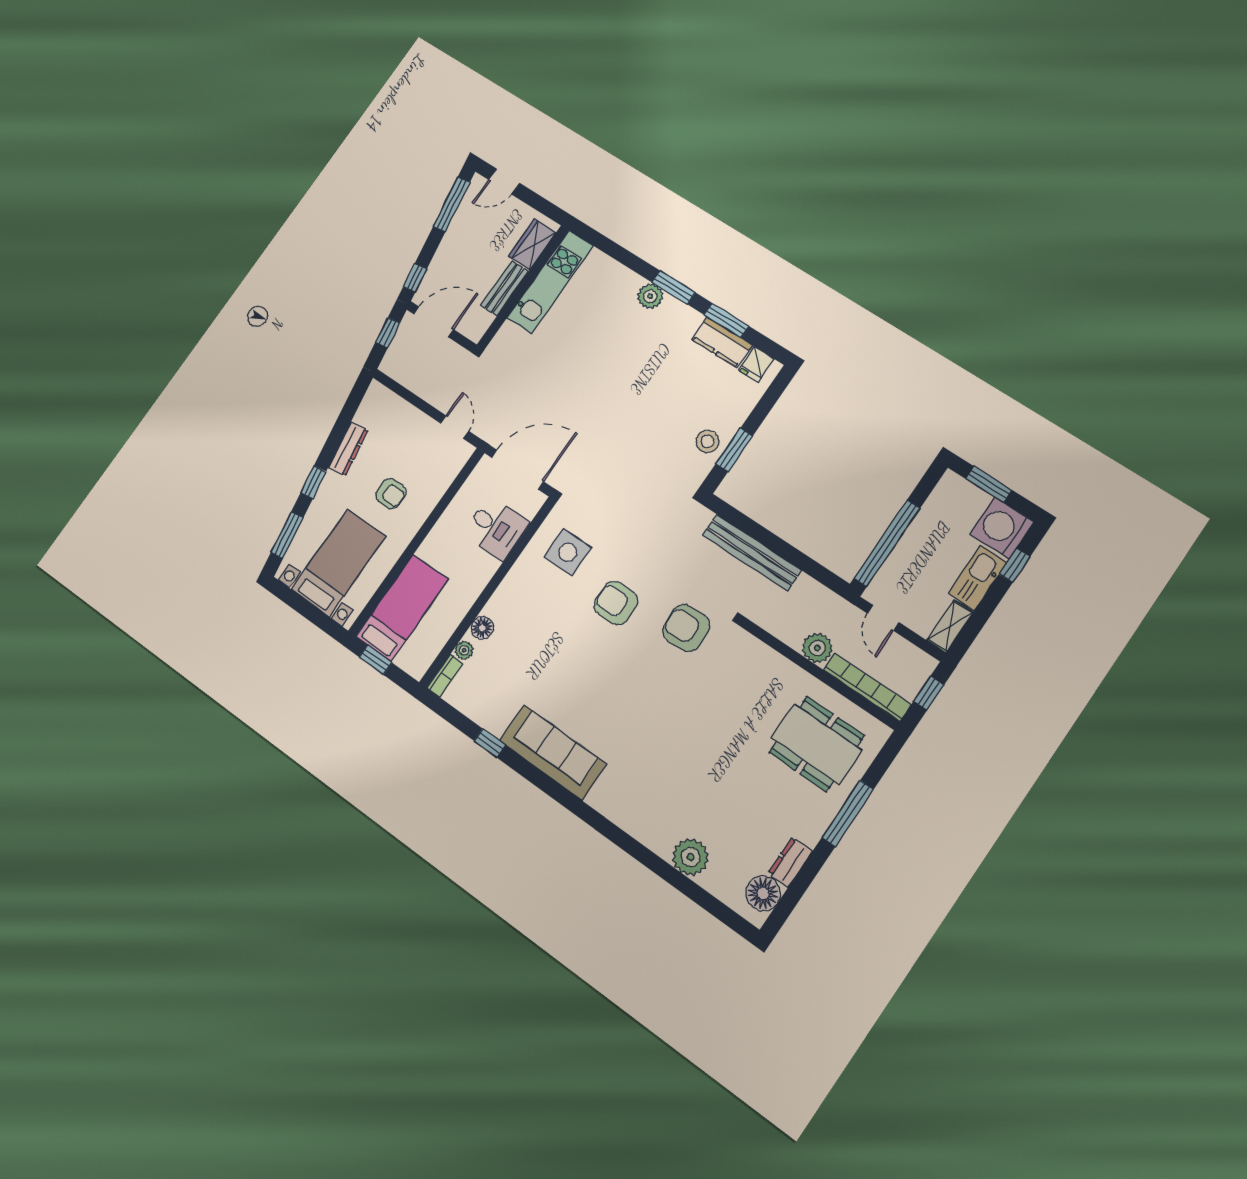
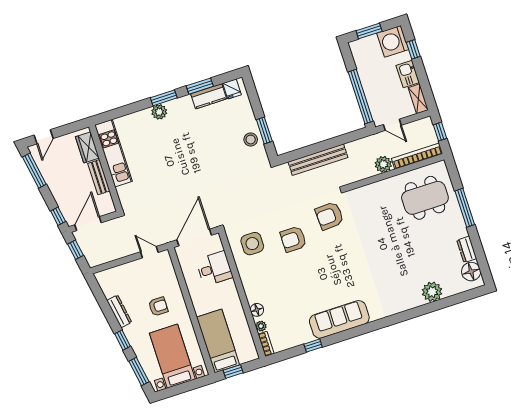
kitchen sink: (978, 578) -> (408, 74), width x0.73

